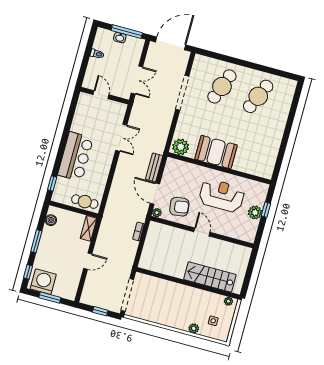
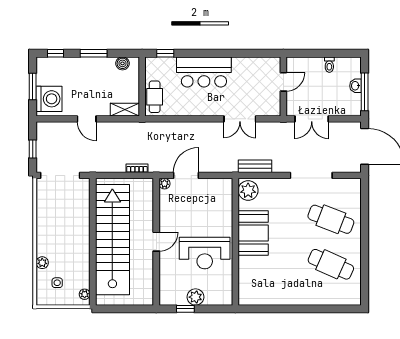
bench: (154, 167) -> (255, 166), moved
reception desk: (222, 195) -> (205, 253), turned 90
armchair: (179, 207) -> (178, 208), removed
window: (266, 210) -> (185, 309), moved
stairs: (210, 277) -> (112, 240), width x1.86, depth x1.51
washing machine: (43, 282) -> (49, 99), moved

